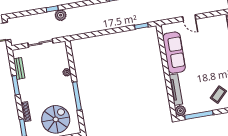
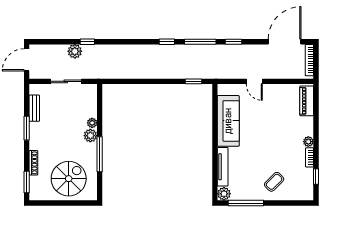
plant: (61, 15) -> (75, 51), moved
plant: (67, 83) -> (90, 136), added

